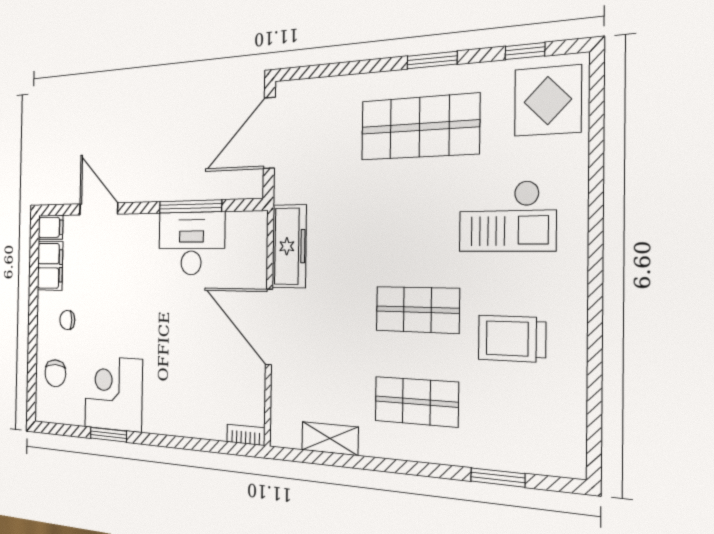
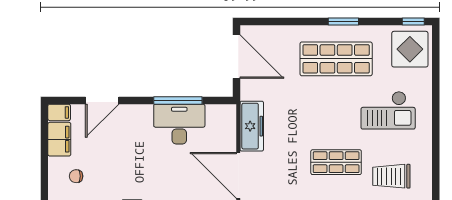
window: (525, 51) -> (413, 21), moved
door: (269, 133) -> (236, 57), swing flipped
door: (99, 209) -> (102, 100), swing flipped

